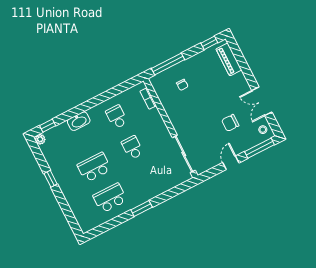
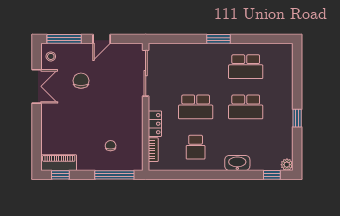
piano: (229, 59) -> (59, 163), moved, turned -90
locker: (157, 119) -> (155, 124), added
chair: (230, 123) -> (81, 81), turned -90
school desk: (132, 148) -> (196, 107), width x1.85

